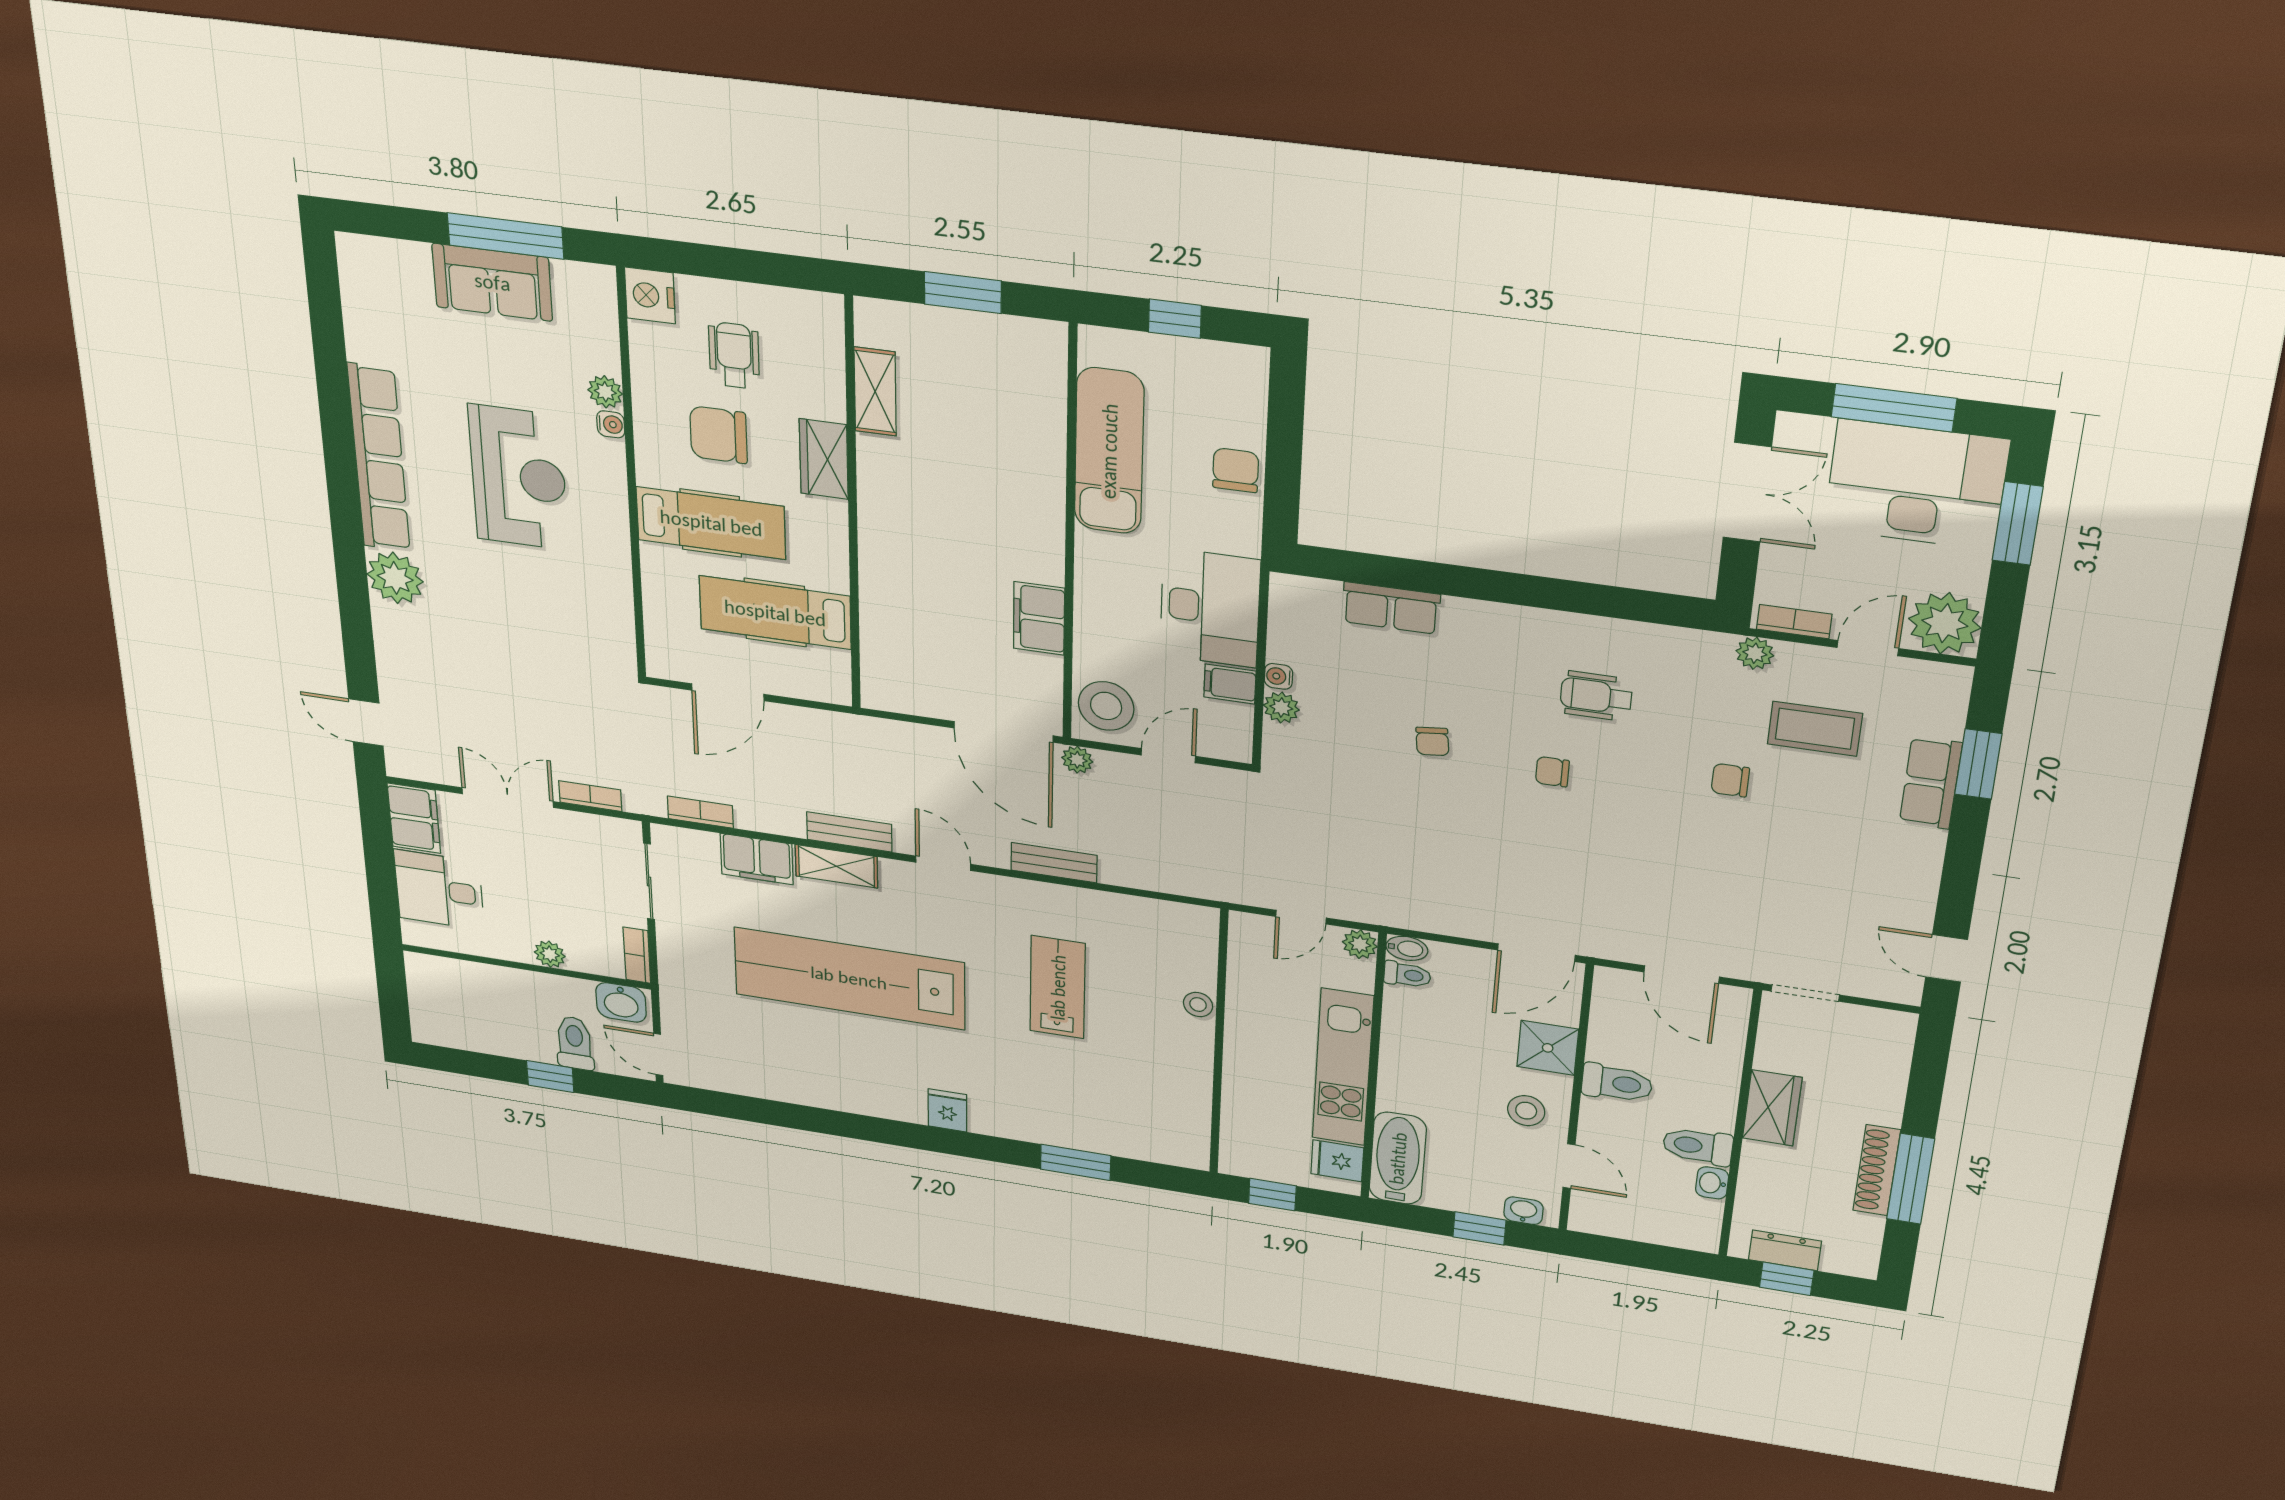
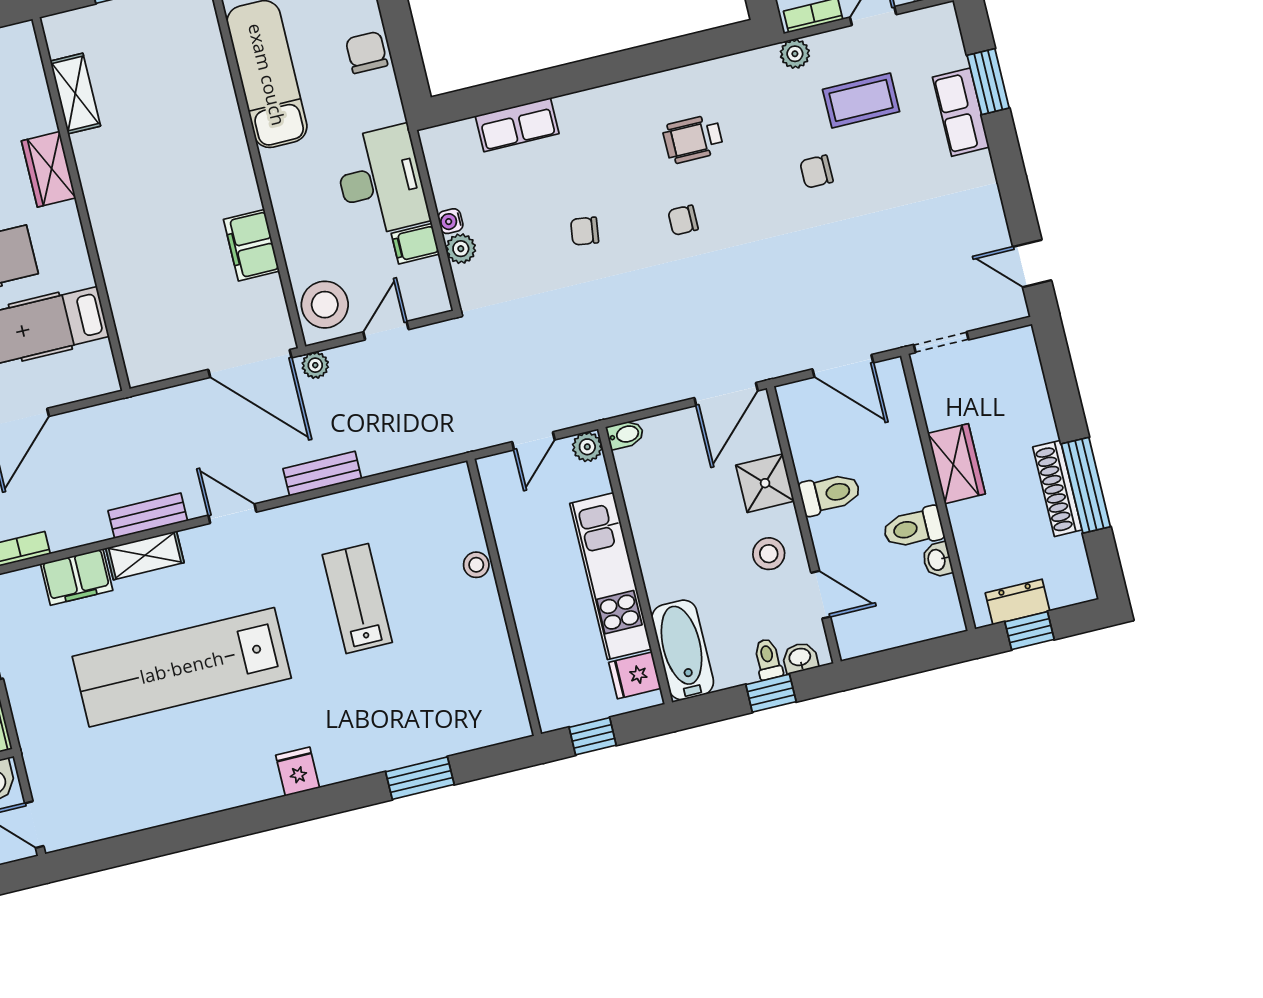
chair: (1432, 741) -> (585, 231), turned 104
toilet: (1407, 975) -> (768, 659), moved, turned -90

